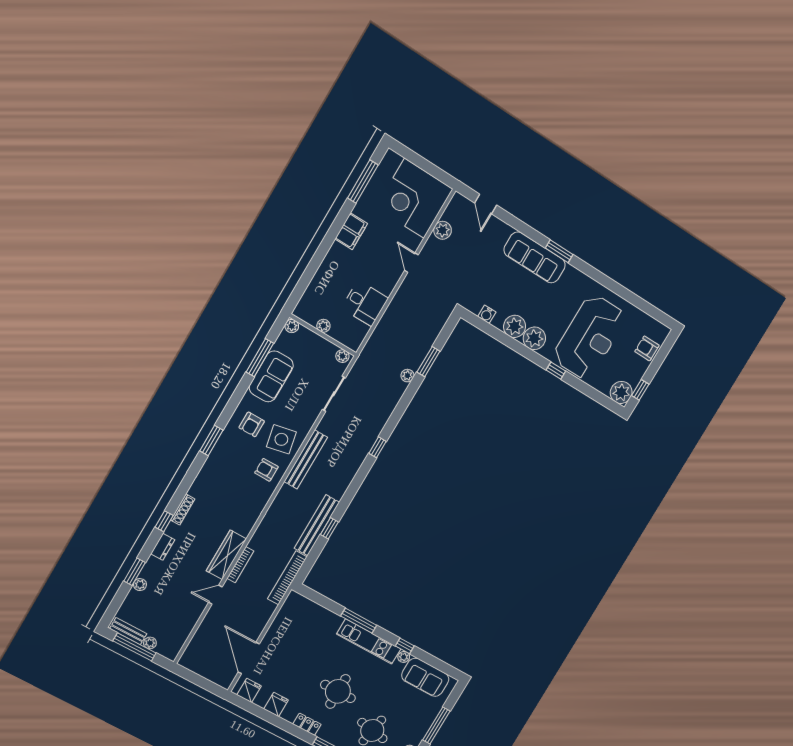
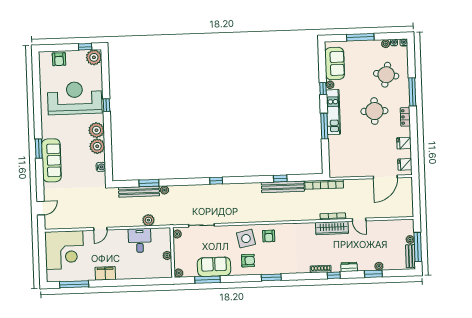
plant: (443, 230) -> (148, 220), moved
bench: (306, 459) -> (139, 192), moved

